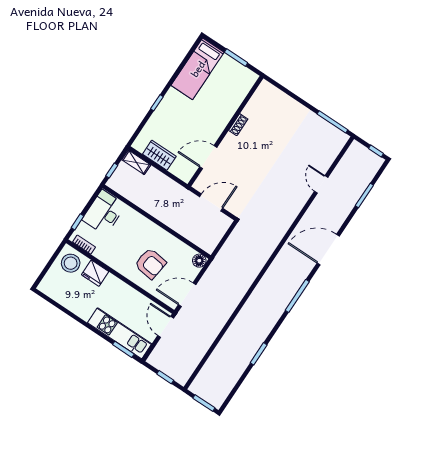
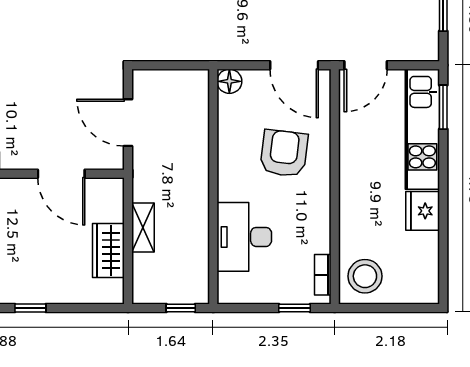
shelving: (136, 162) -> (143, 227), moved
desk: (104, 212) -> (244, 237), moved, turned 90
fridge: (95, 273) -> (423, 211), moved, turned 180

